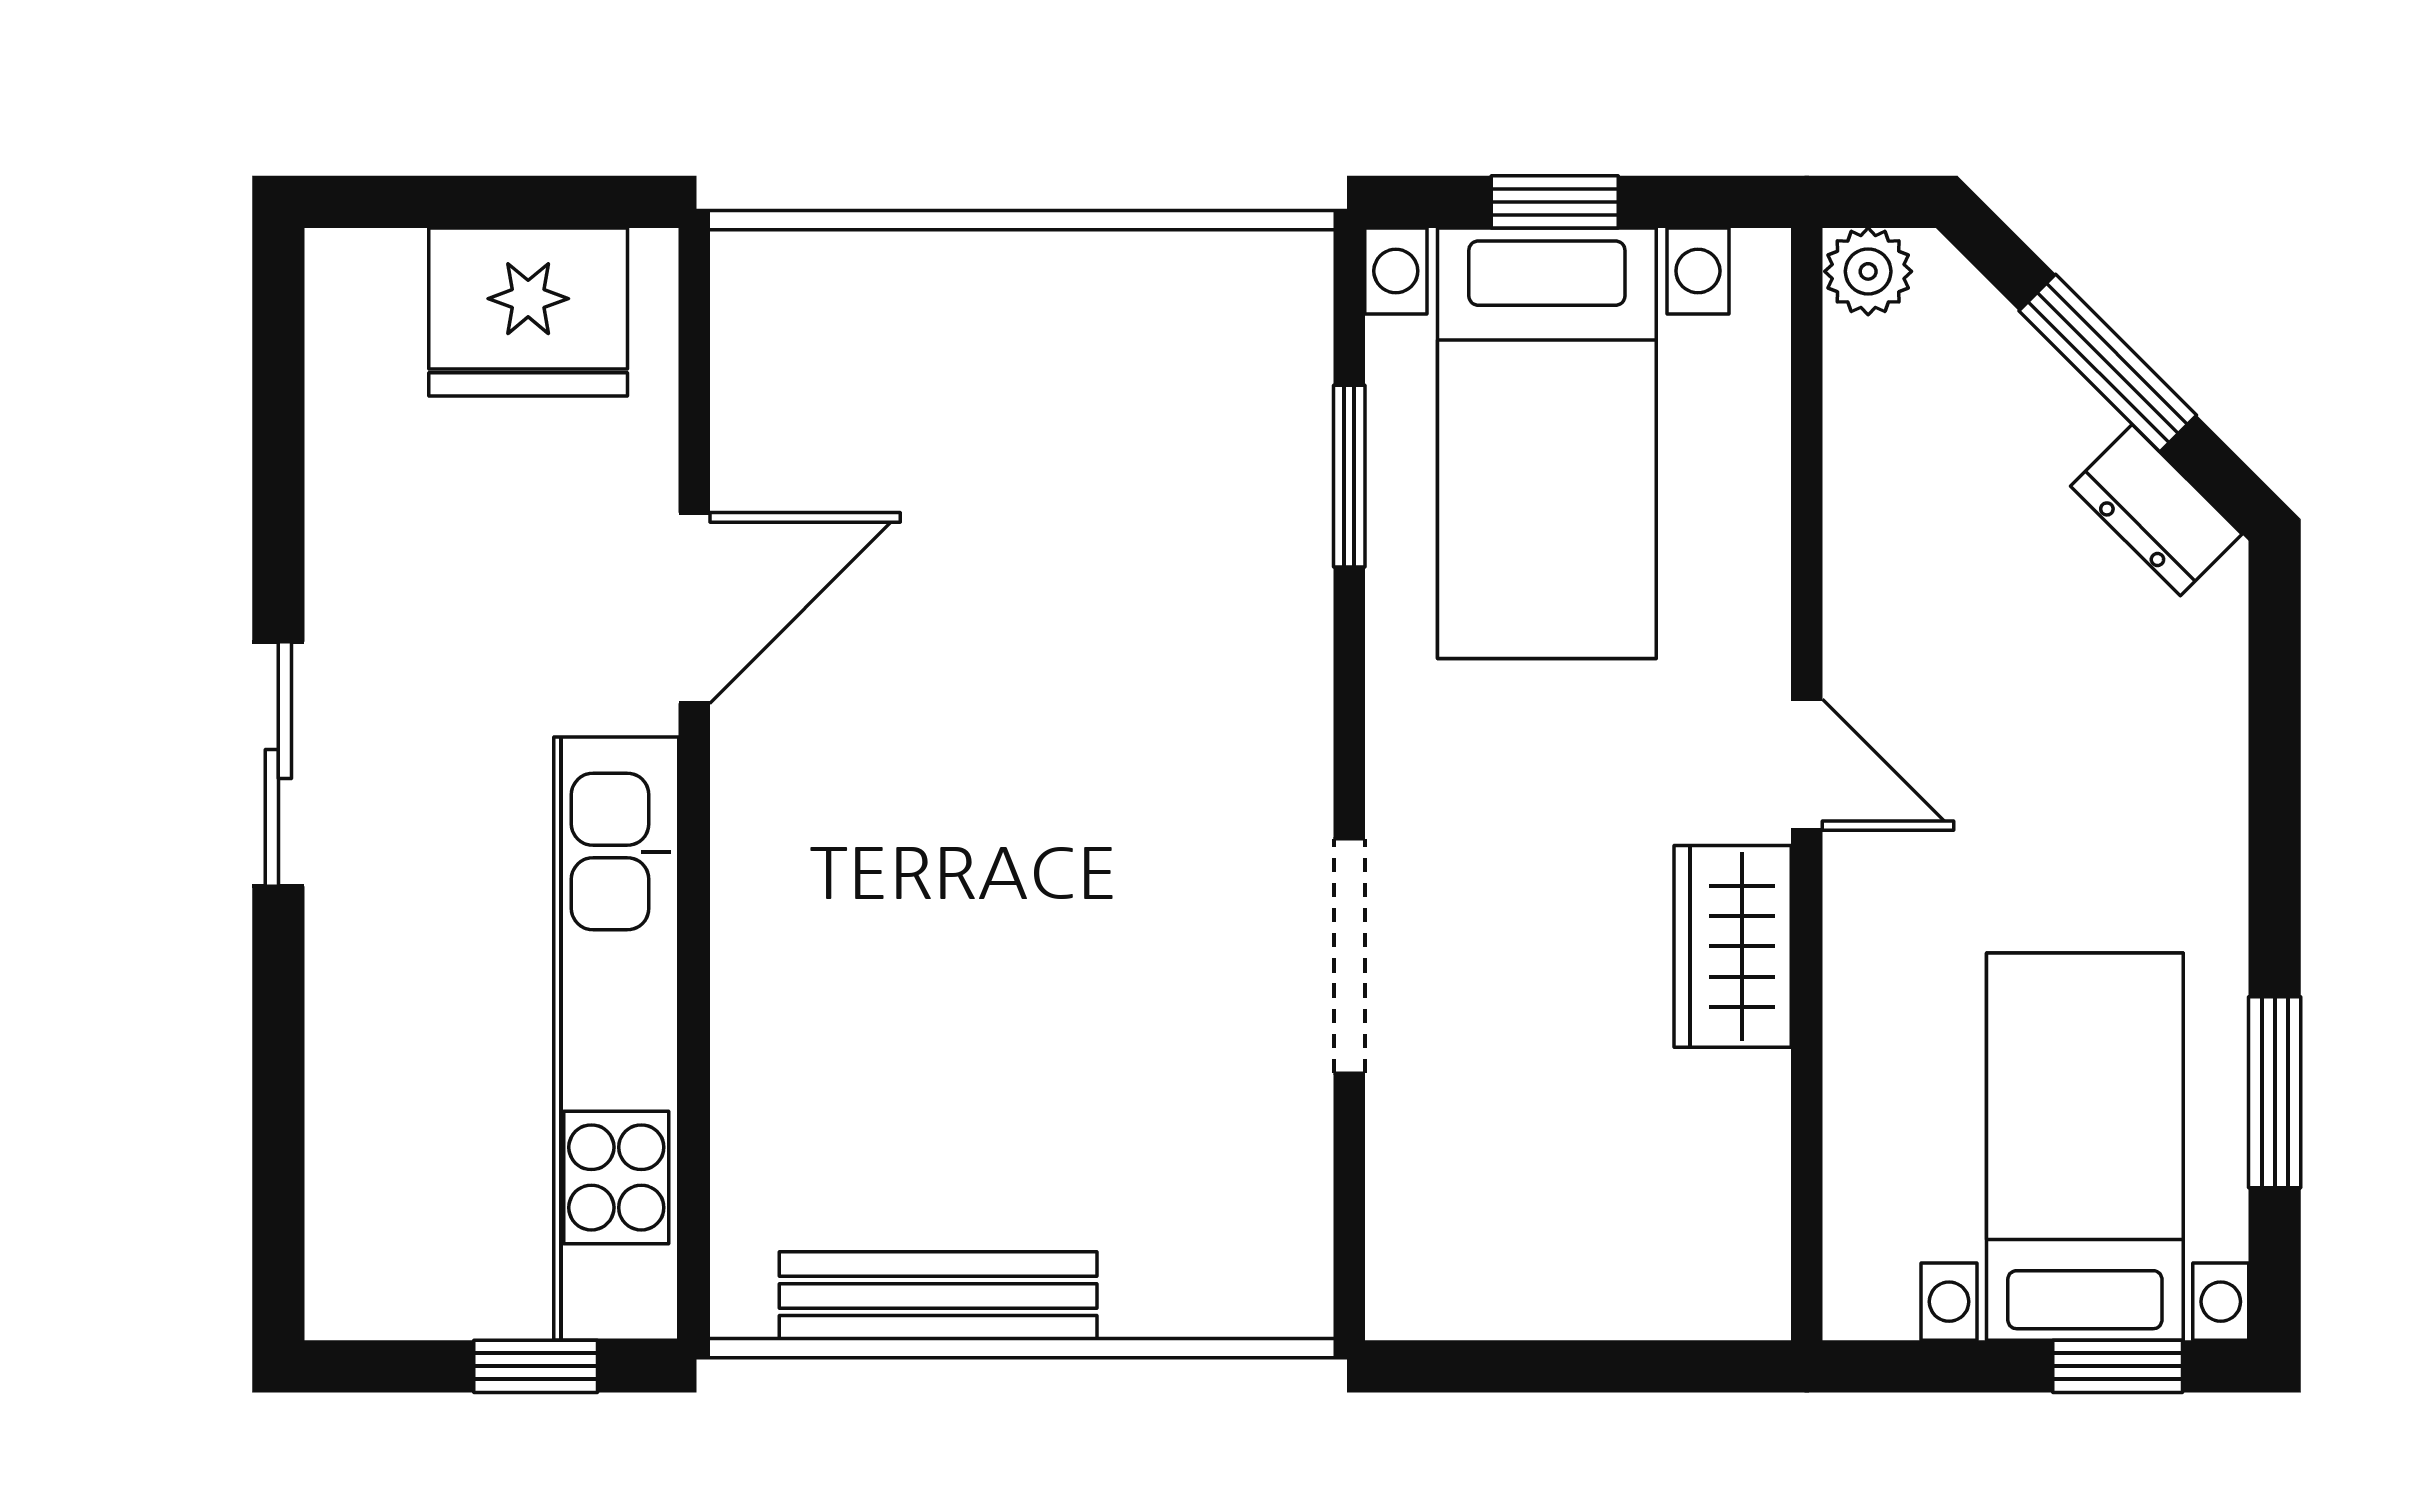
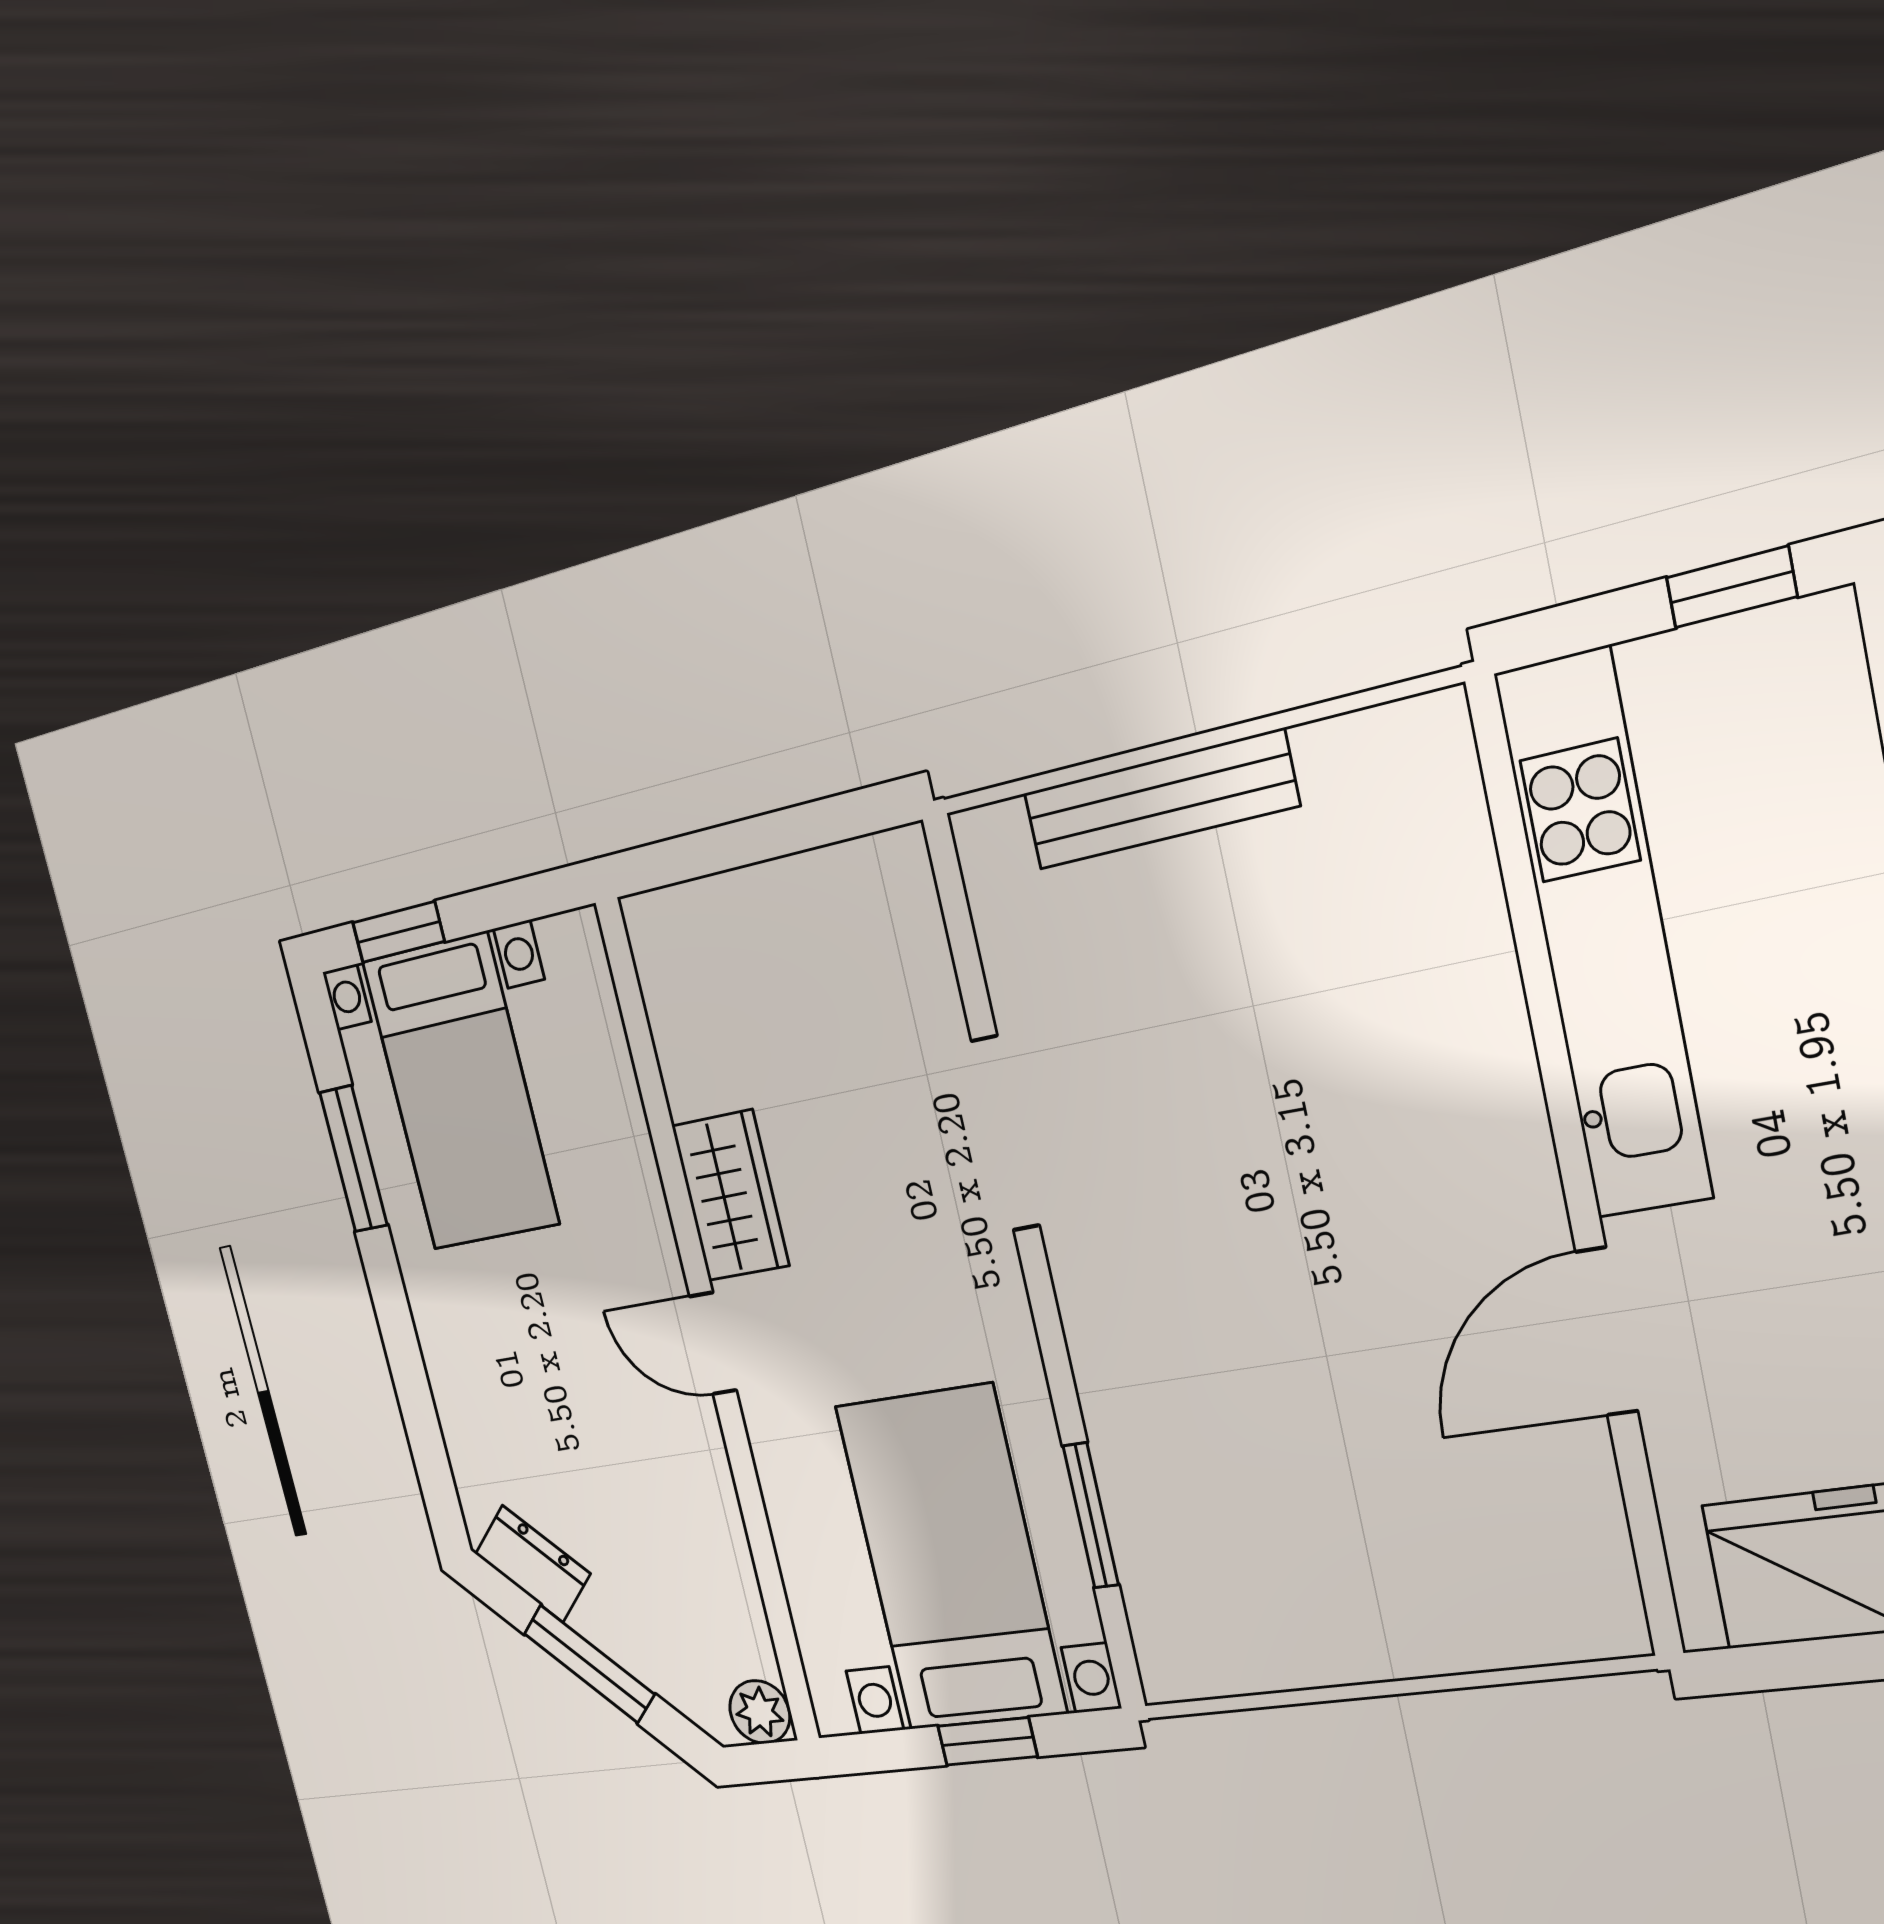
bench: (938, 1296) -> (1160, 800), moved
window: (536, 1366) -> (1732, 587), moved

